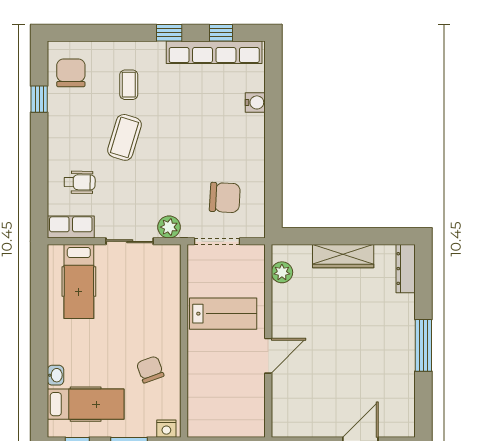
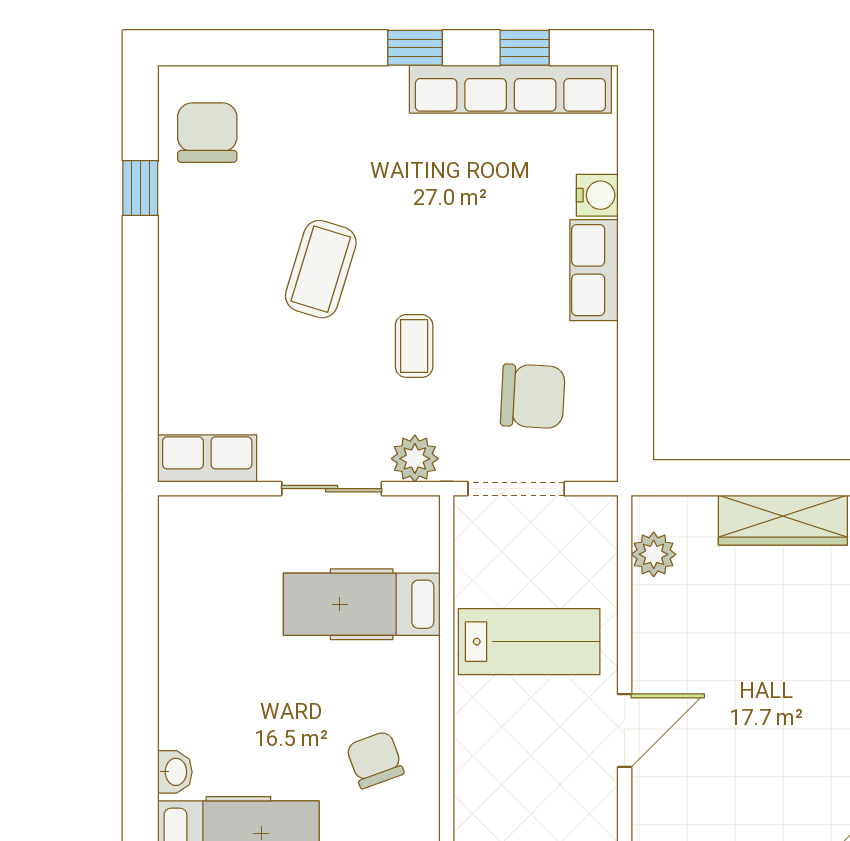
coffee table: (129, 85) -> (414, 346), moved
row of seats: (254, 138) -> (594, 270), added
wheelchair: (80, 182) -> (226, 364), removed
hospital bed: (79, 281) -> (362, 604), moved, turned 90

